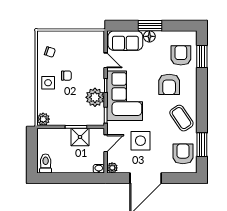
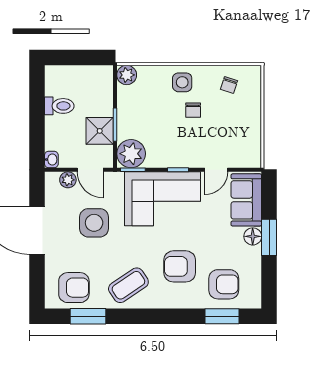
plant: (95, 97) -> (131, 154), moved
toilet: (46, 164) -> (59, 106), moved
plant: (112, 168) -> (68, 180), moved

